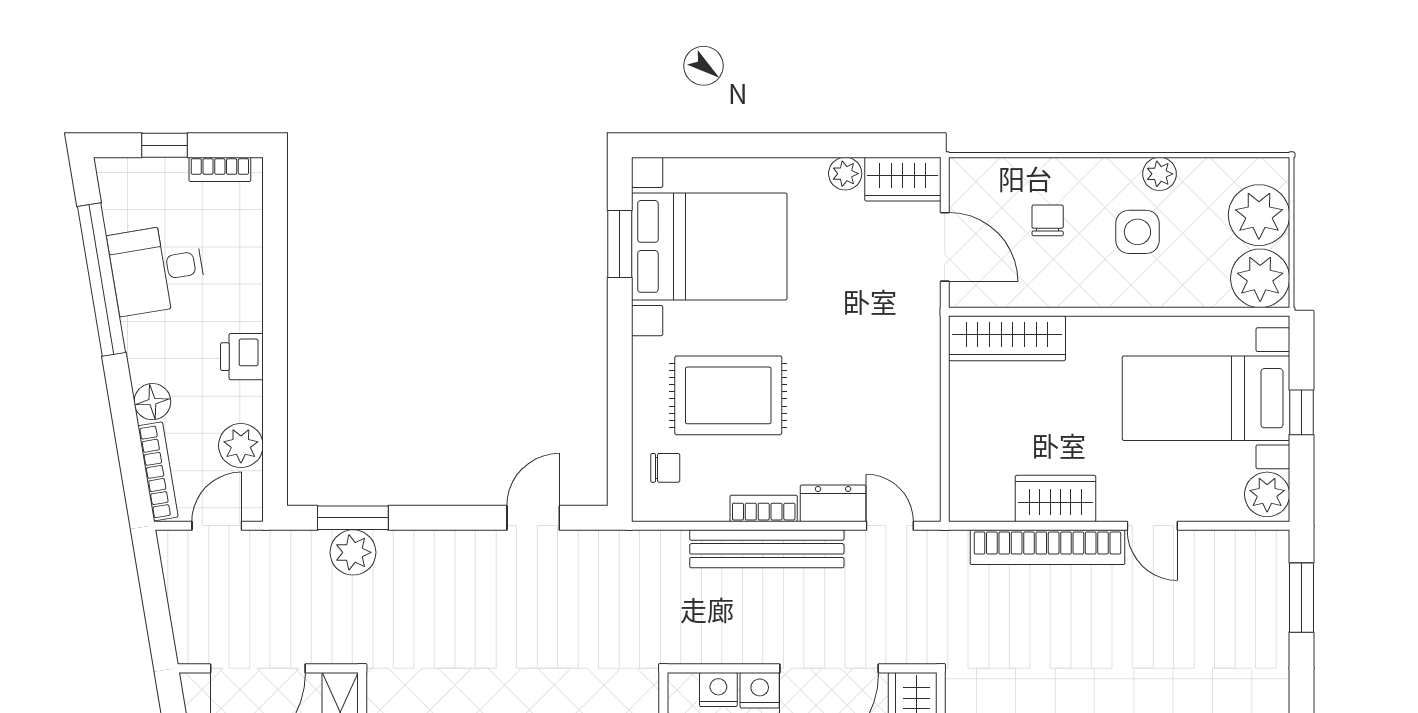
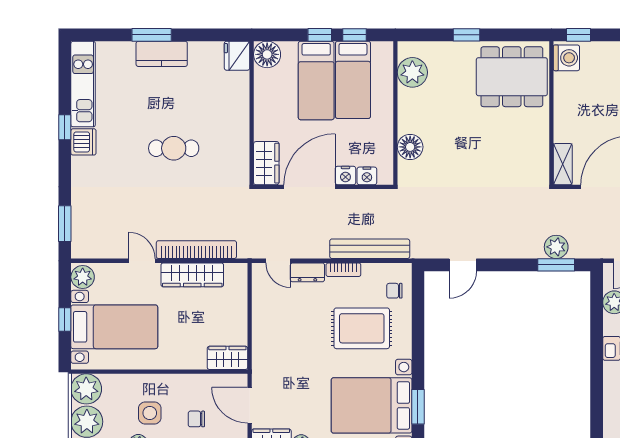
chair: (1048, 220) -> (196, 419), turned 90
wardrobe: (1007, 338) -> (227, 358), width x0.67
wardrobe: (1055, 498) -> (192, 275), width x1.50
bench: (767, 549) -> (370, 249), moved

